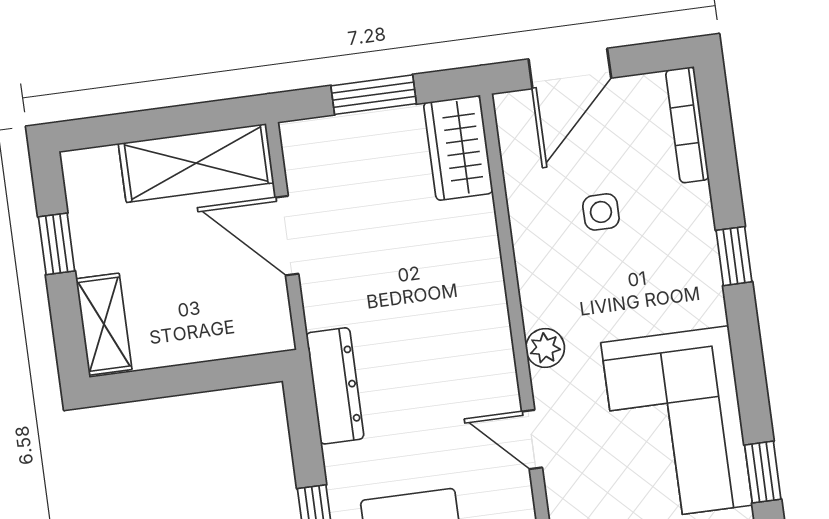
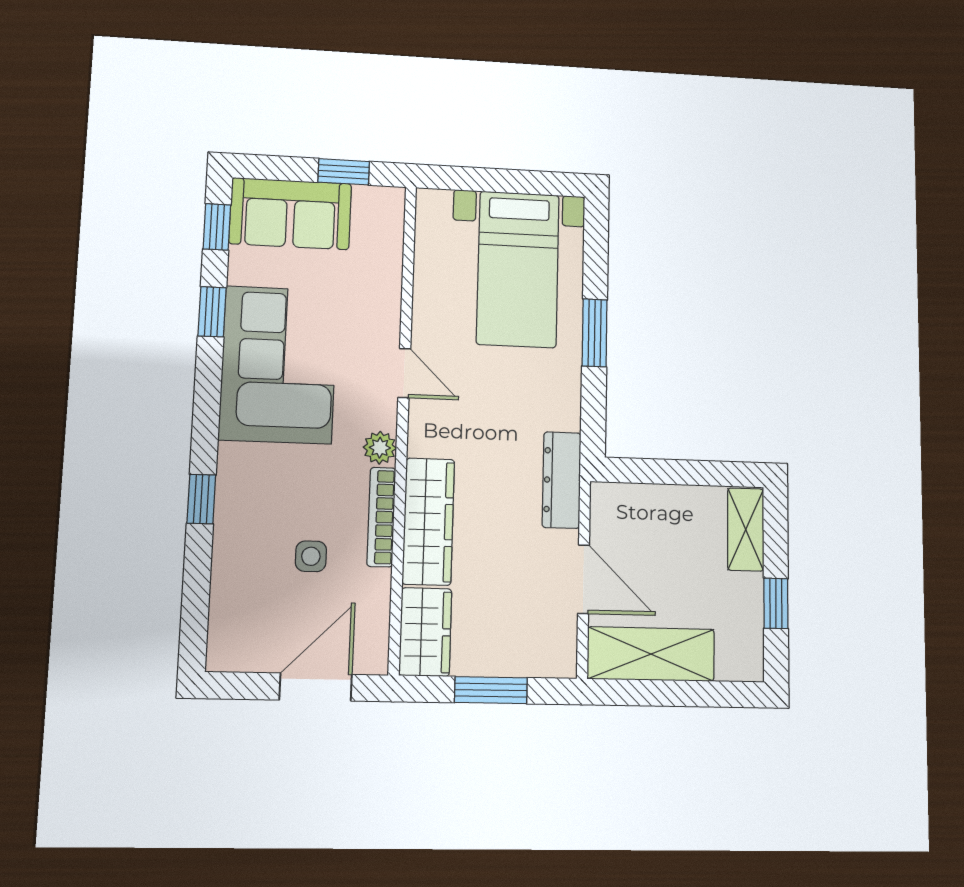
bookcase: (687, 125) -> (381, 517), moved, turned 180
wardrobe: (476, 273) -> (428, 521), added
dresser: (335, 386) -> (562, 480), moved

